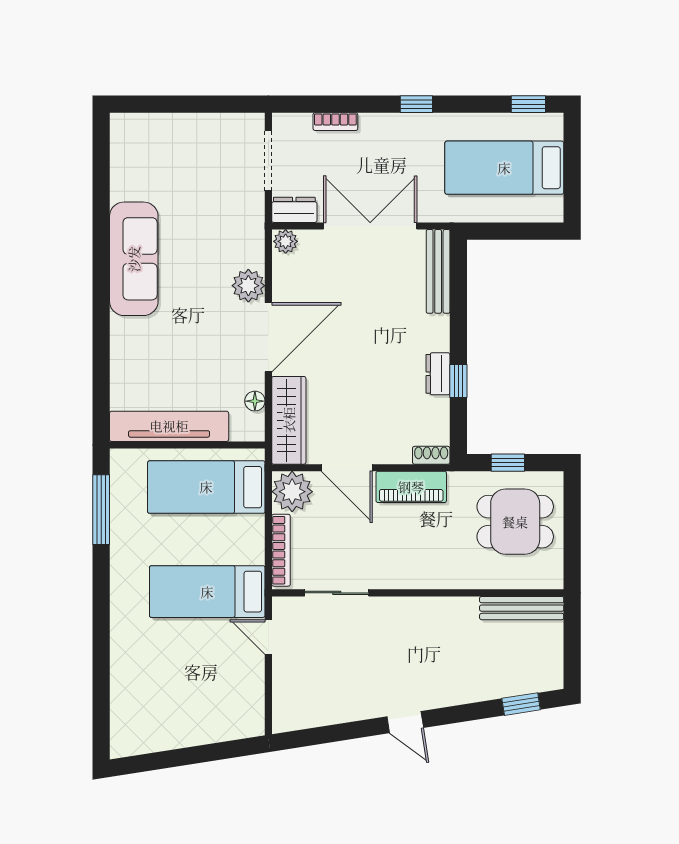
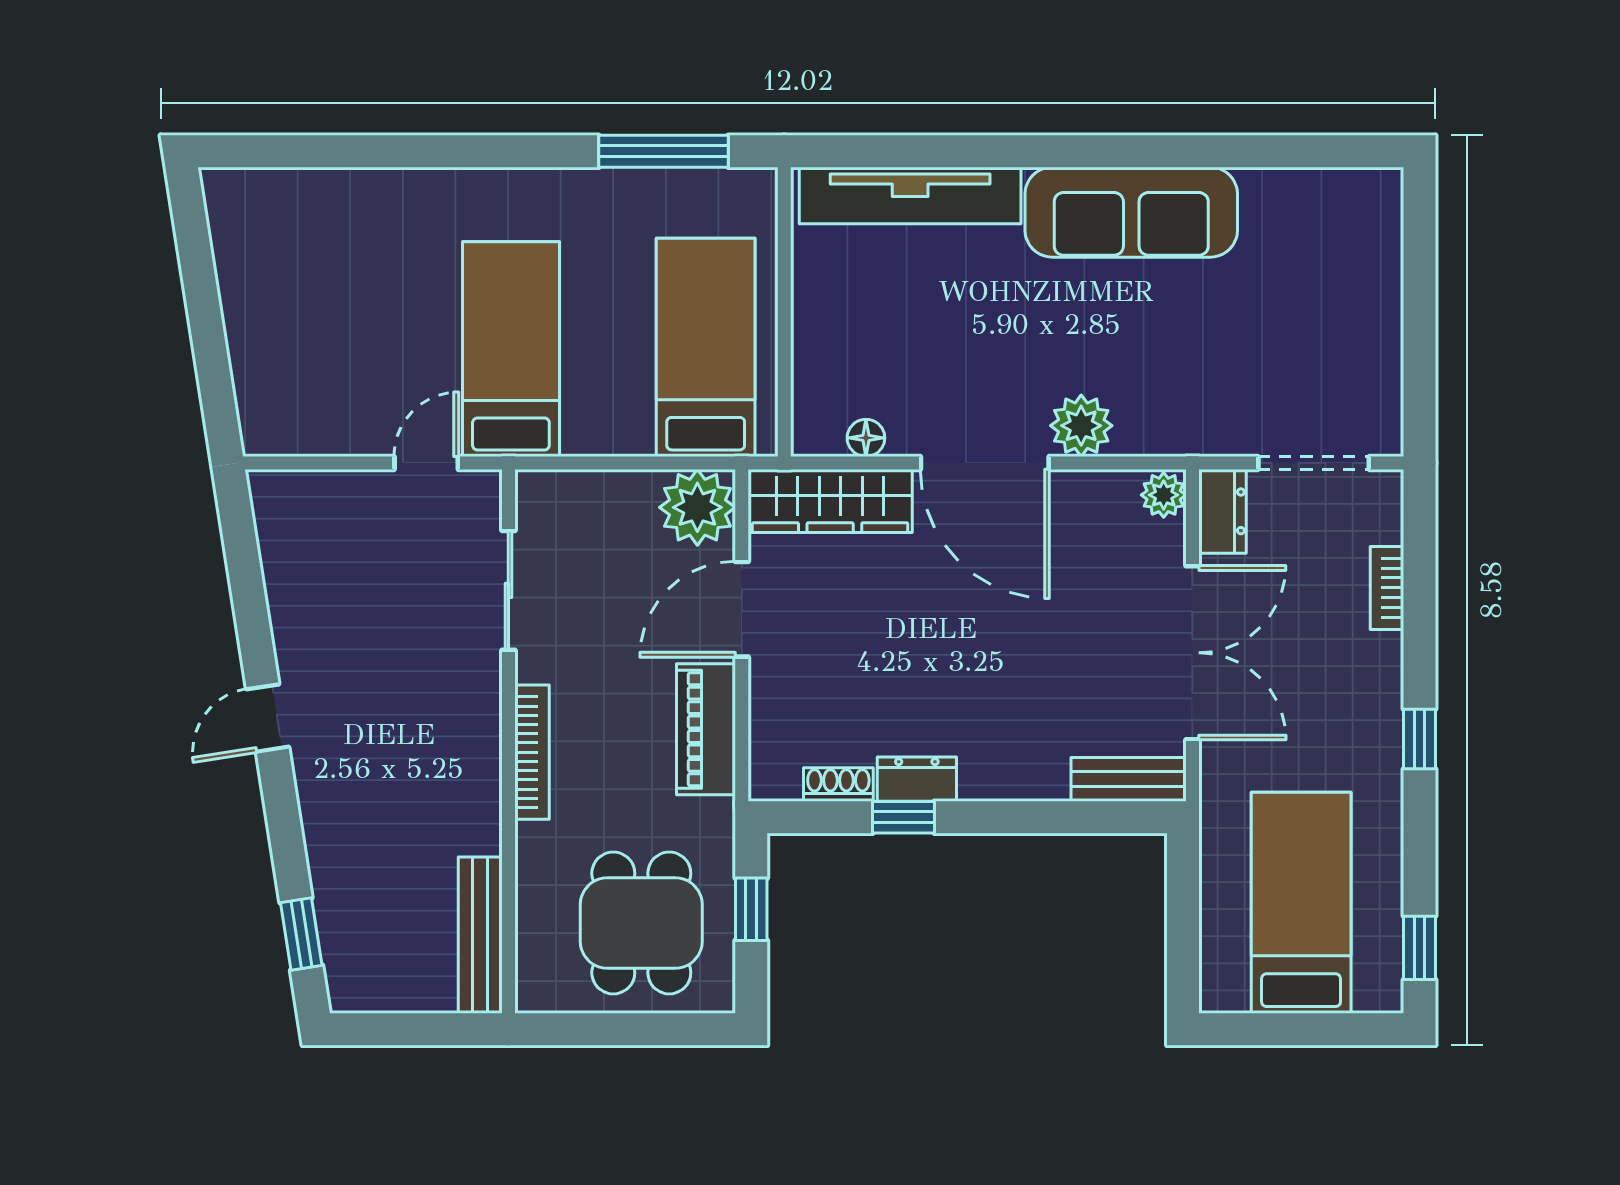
bench: (438, 271) -> (1129, 779), width x0.73
tv unit: (169, 426) -> (910, 195), moved, turned 90
shoe rack: (431, 455) -> (838, 784), moved, turned -90
bookcase: (281, 550) -> (532, 752), moved, turned -90

